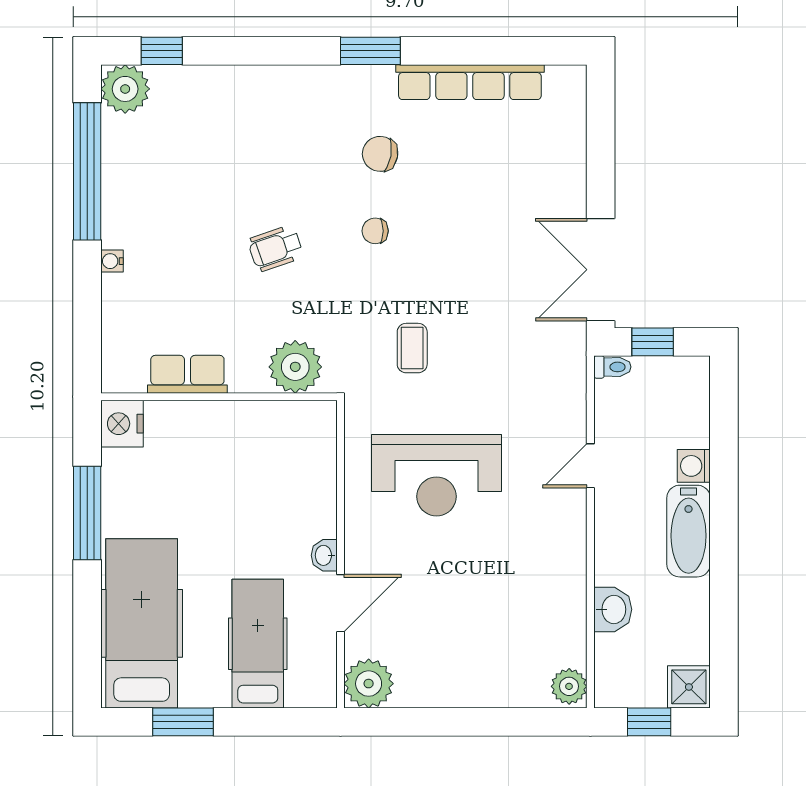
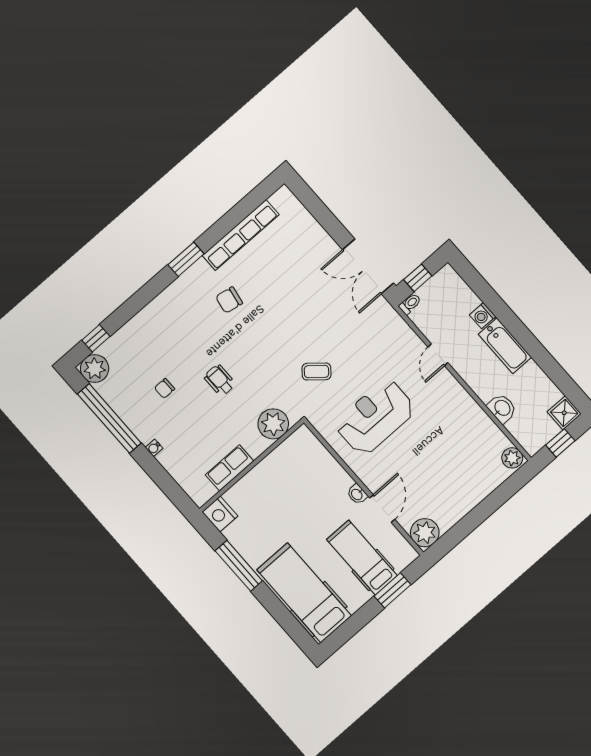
chair: (375, 231) -> (165, 388), moved
wheelchair: (276, 248) -> (220, 380), turned 109
coffee table: (412, 348) -> (316, 372), turned -50
reception desk: (437, 475) -> (375, 417), turned 180
window: (183, 722) -> (392, 590), moved

